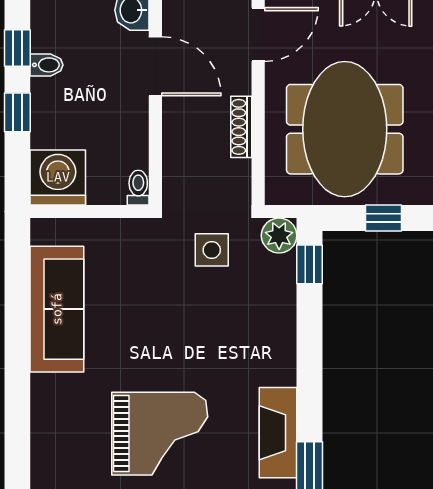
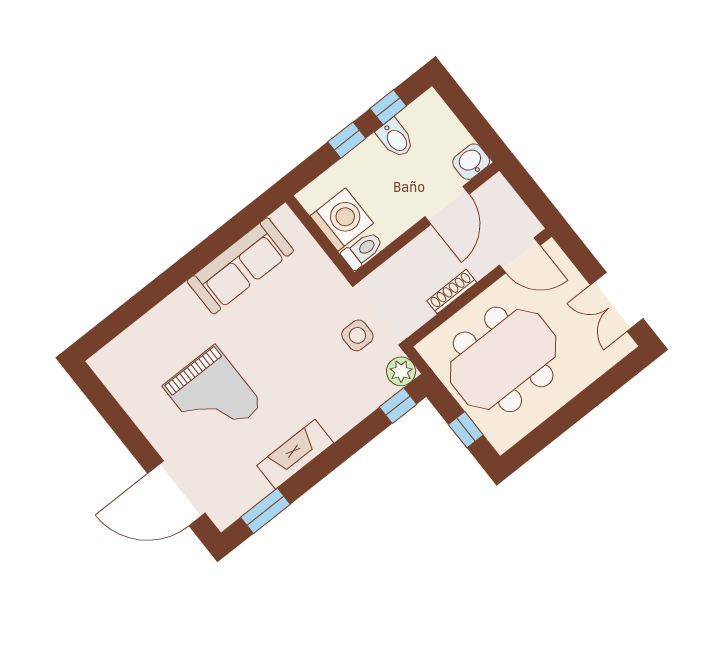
bidet: (47, 65) -> (395, 138), width x1.38, depth x1.36
washing machine: (58, 177) -> (342, 220), moved
toilet: (138, 188) -> (362, 250), width x1.37, depth x1.39
fireplace: (278, 433) -> (295, 454), moved

